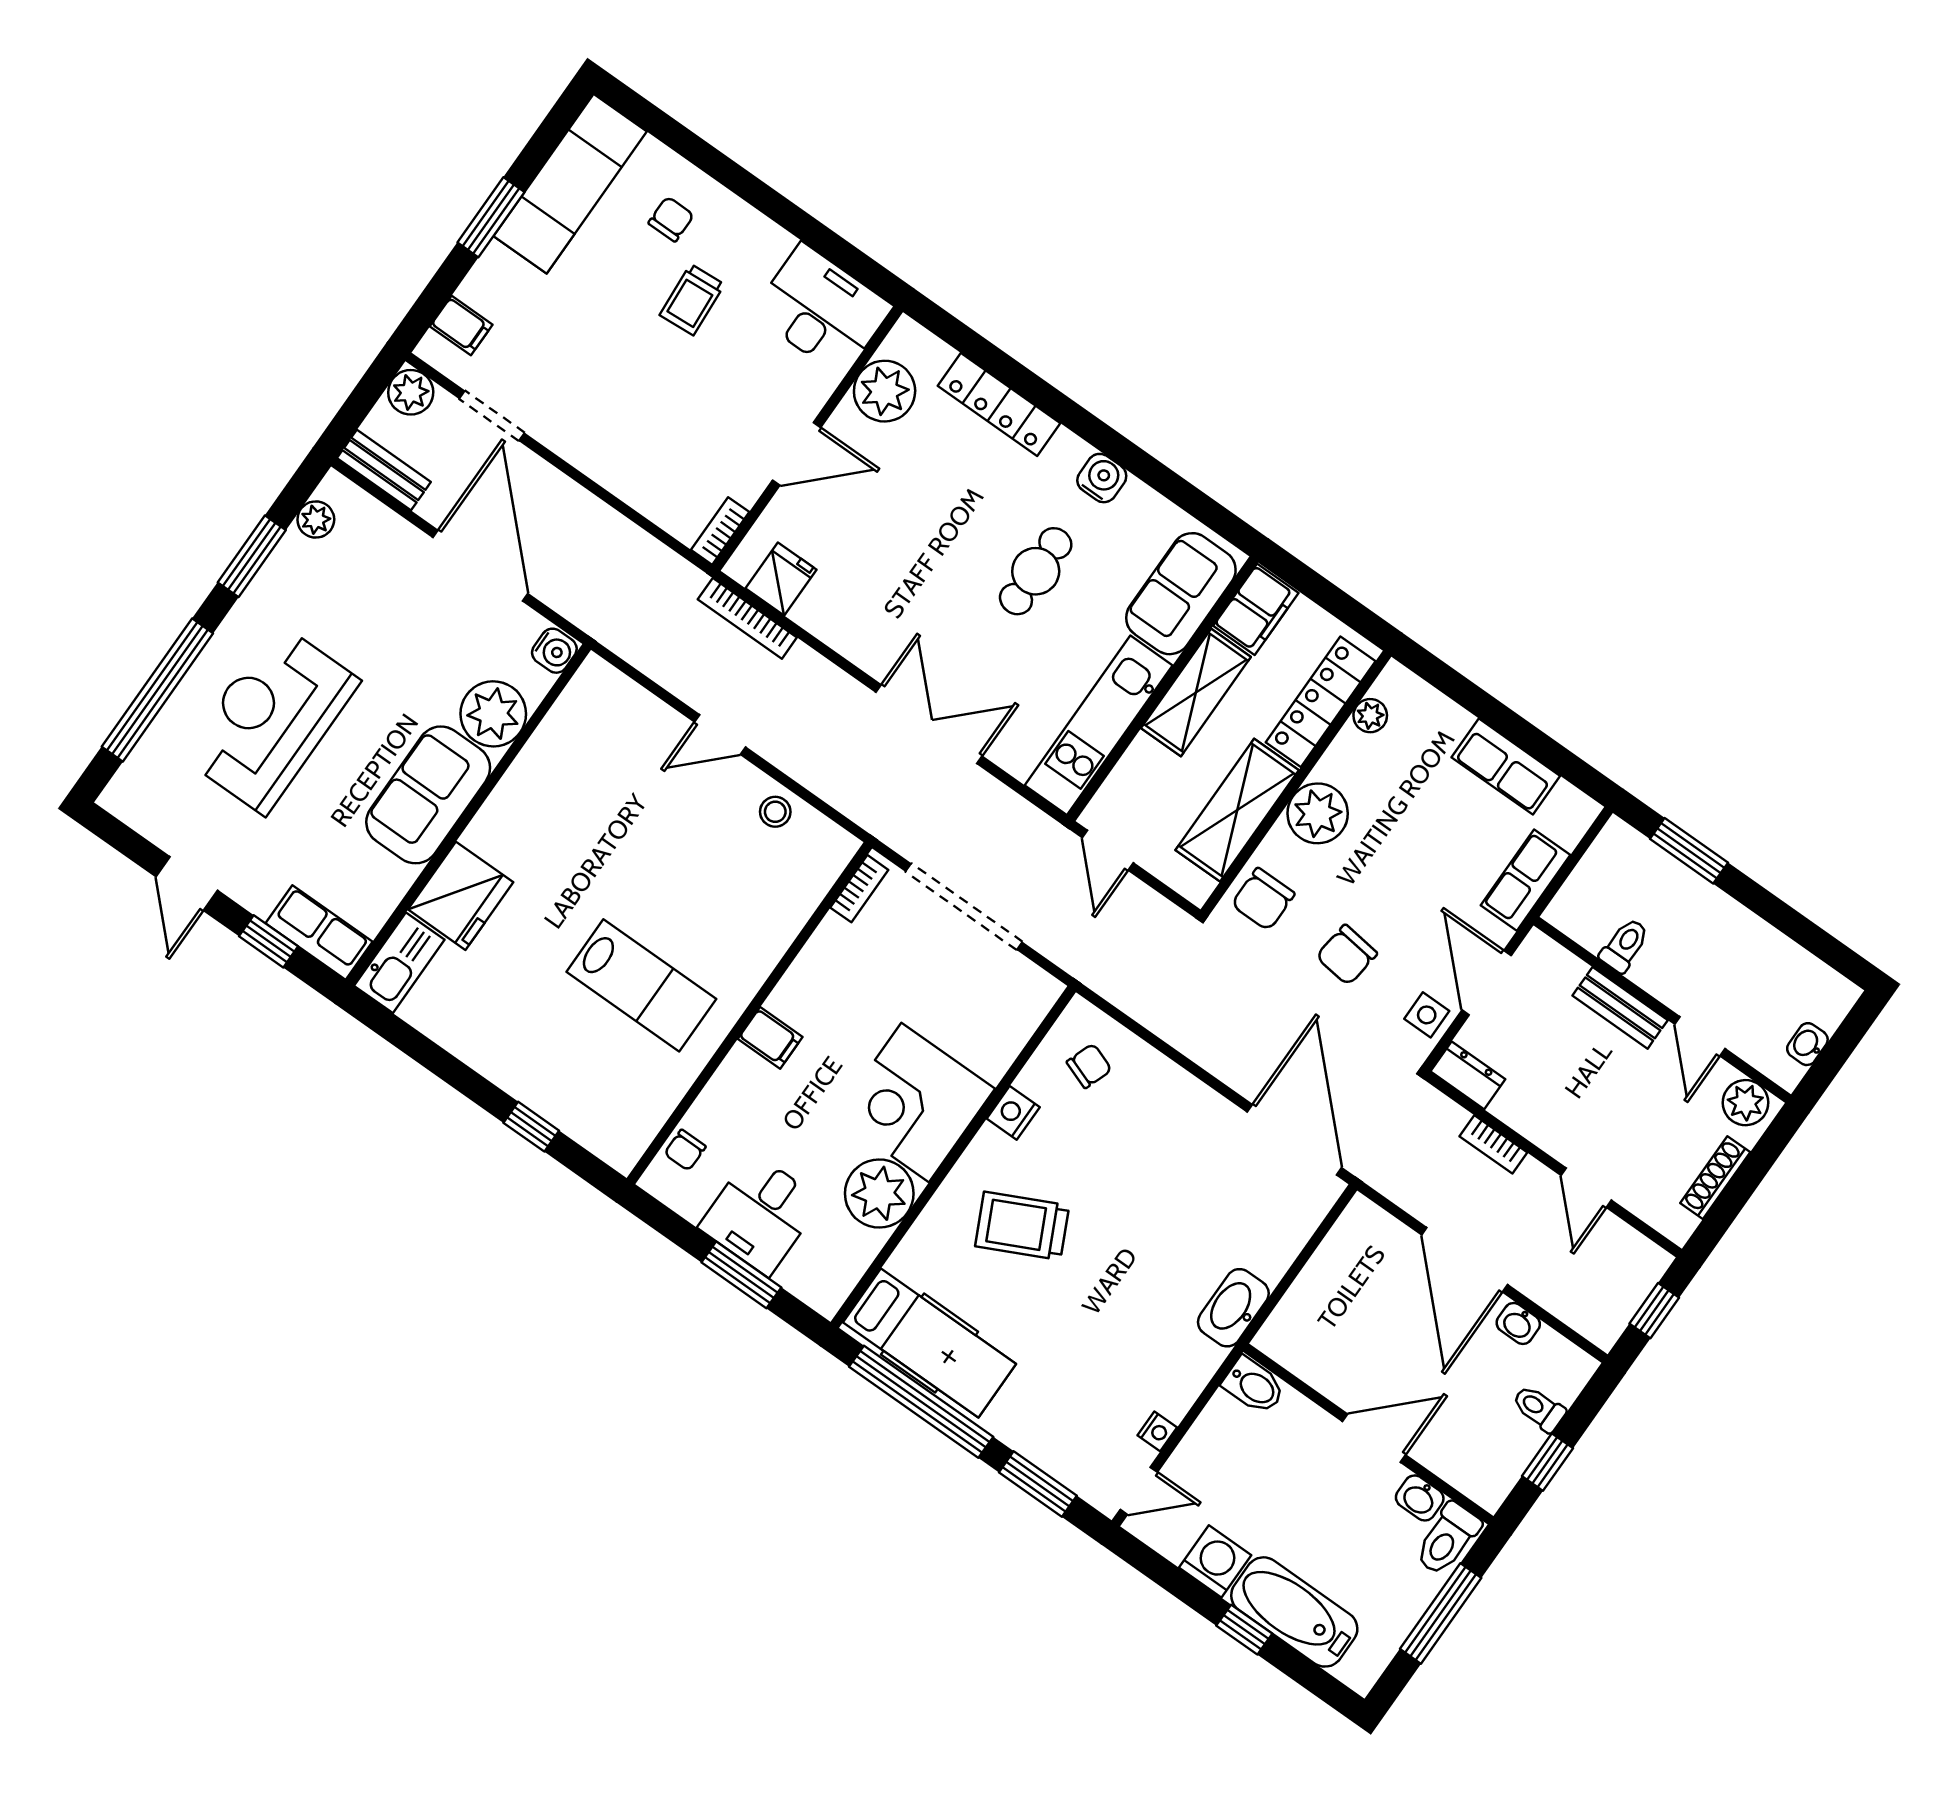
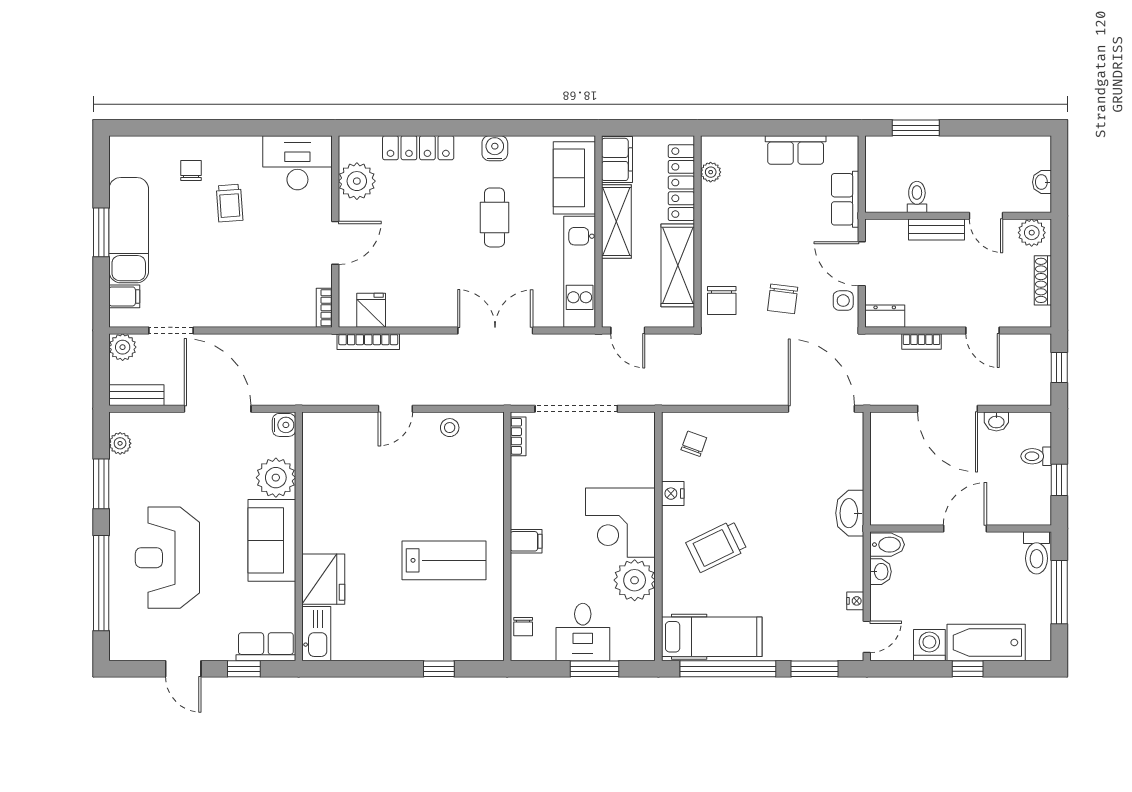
exam couch: (570, 184) -> (129, 230), moved
plant: (1318, 813) -> (719, 239), removed
washbasin: (1420, 1498) -> (881, 572), moved, turned -90

